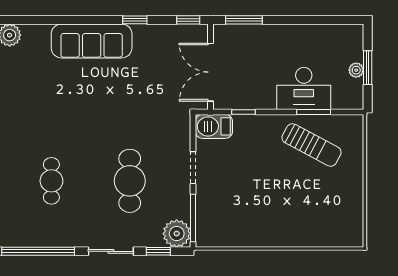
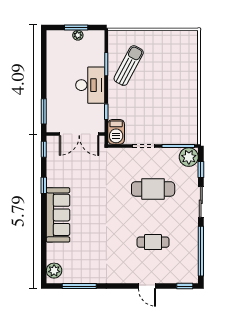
desk: (304, 88) -> (90, 85), moved

